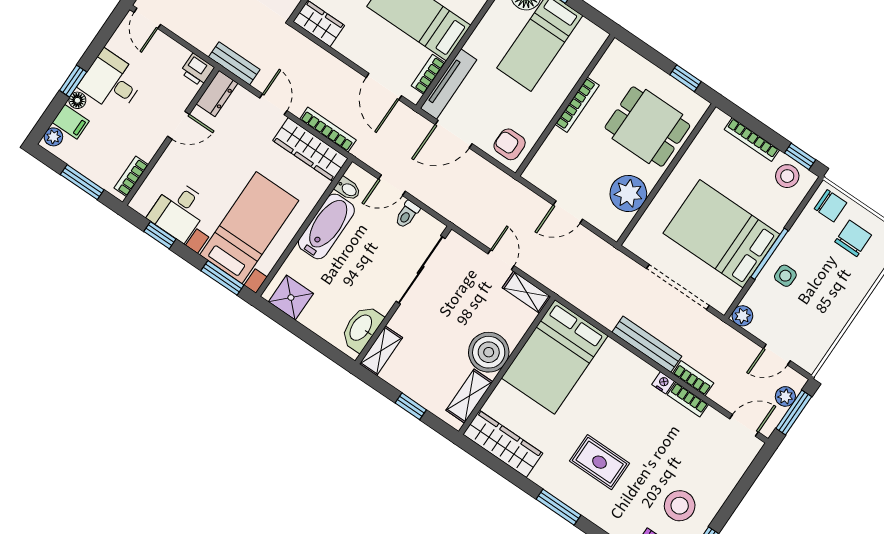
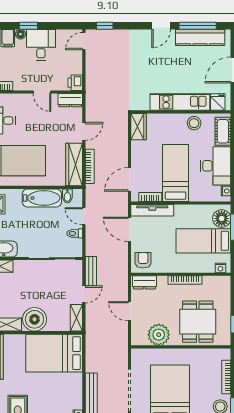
nightstand: (594, 44) -> (220, 268), added
bench: (234, 63) -> (91, 271), moved
dresser: (542, 163) -> (144, 282), added

